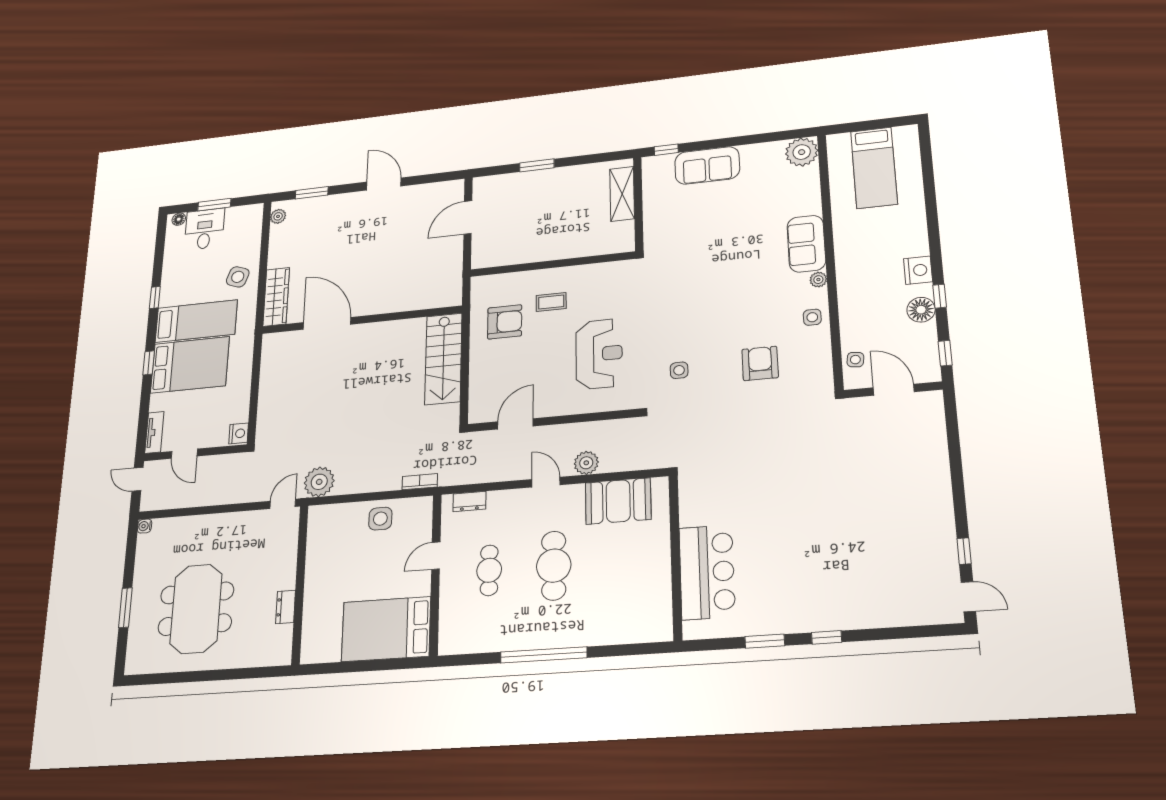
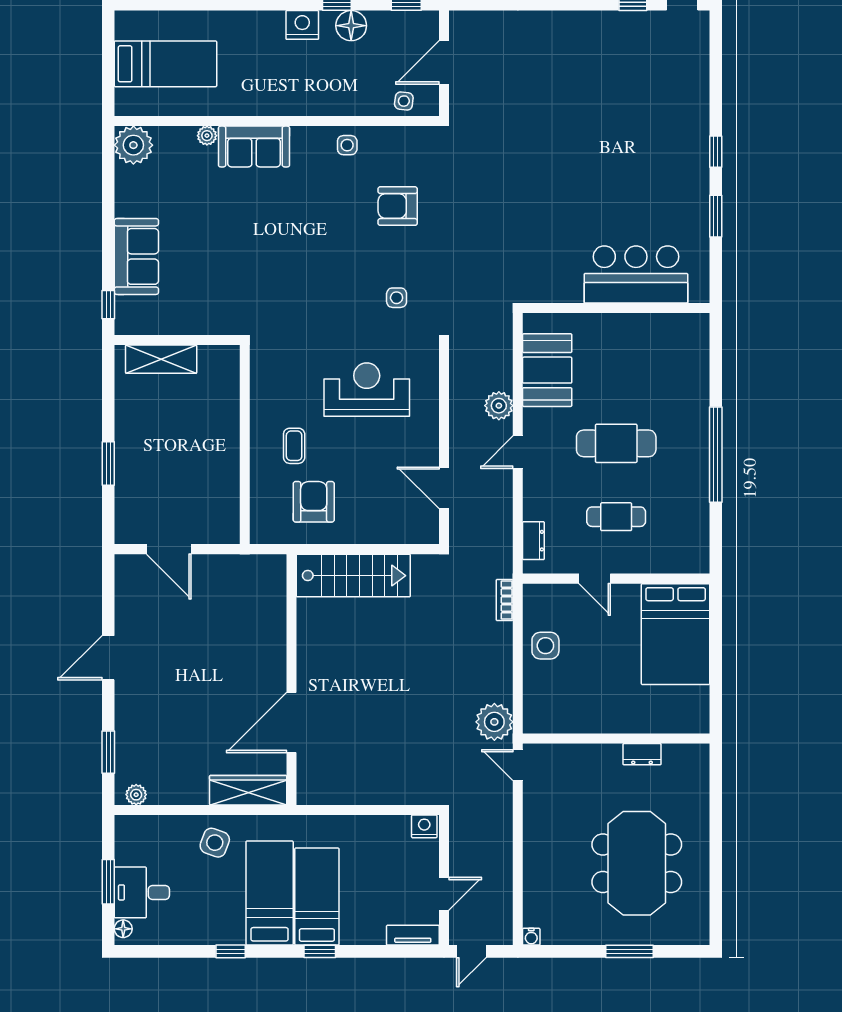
plant: (818, 280) -> (207, 136), moved
bed: (190, 365) -> (317, 897), width x0.67
meeting table: (196, 609) -> (637, 863), turned 90

